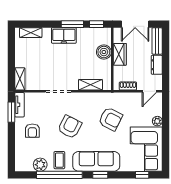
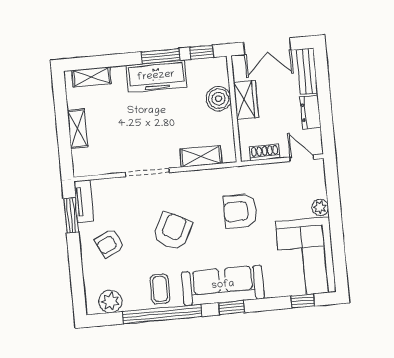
freezer: (64, 35) -> (156, 76), width x1.40
shelving: (20, 79) -> (78, 129), moved
door: (149, 91) -> (302, 158), swing flipped
armchair: (111, 119) -> (240, 211), turned 153
armchair: (32, 131) -> (109, 243), turned 64
plant: (40, 165) -> (110, 301), moved

